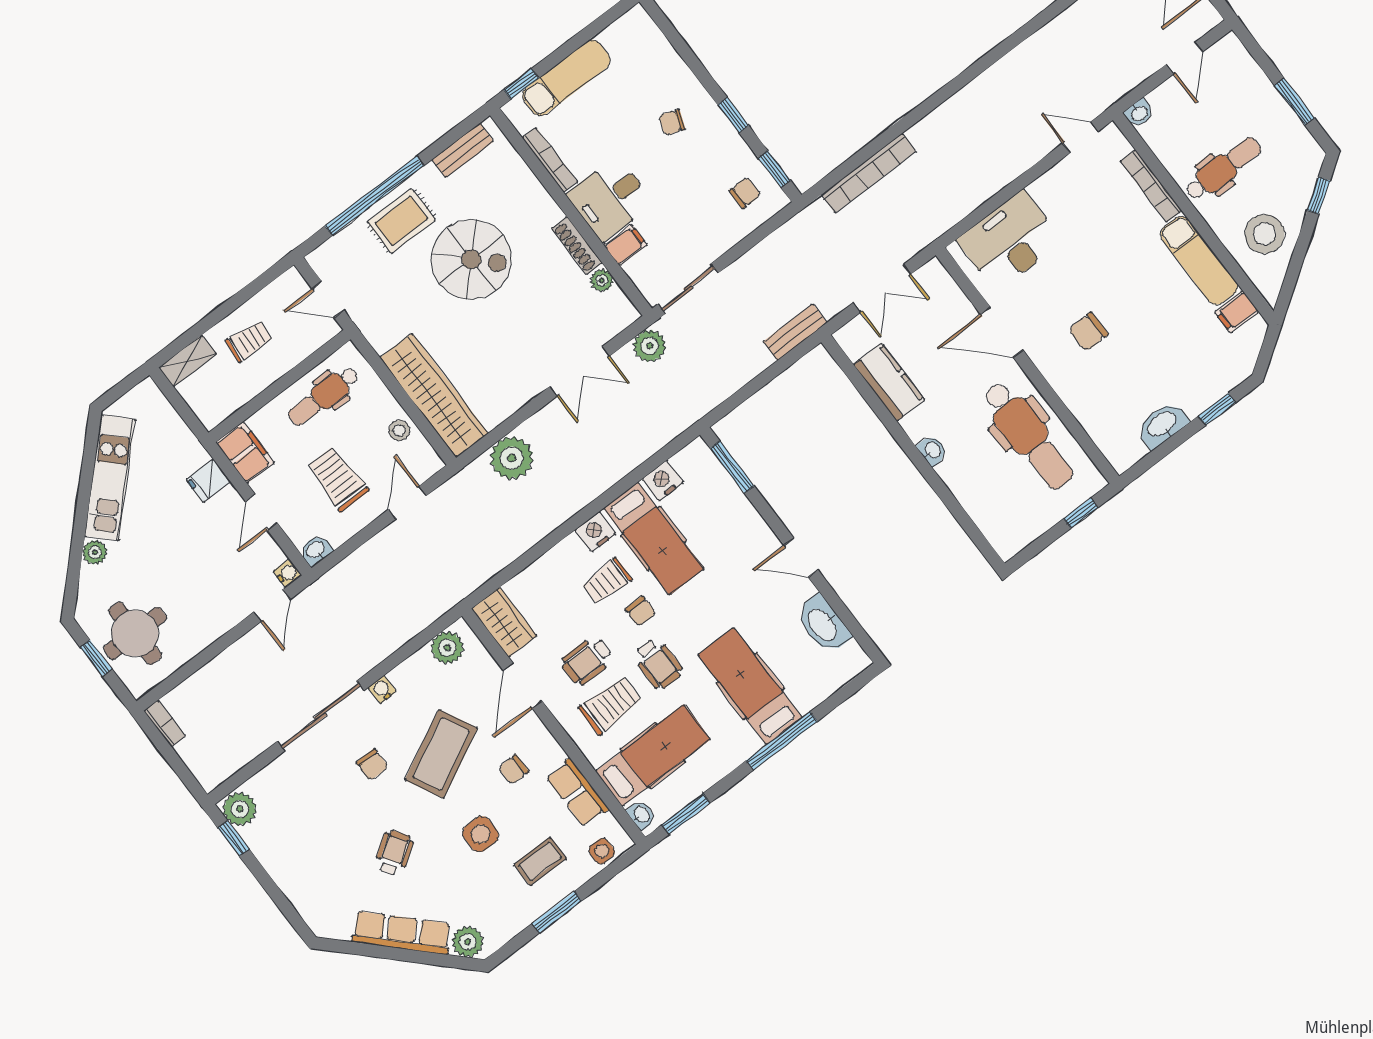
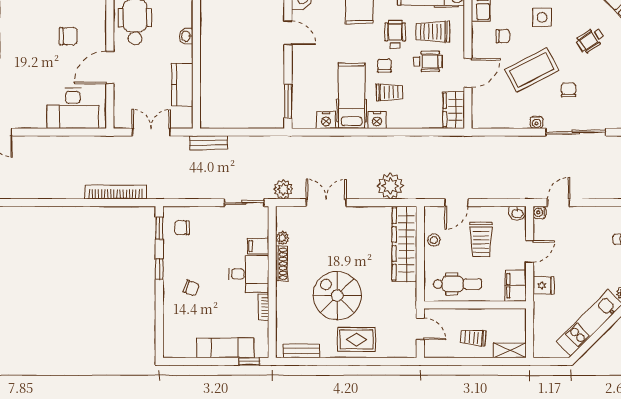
bookcase: (550, 160) -> (263, 307), width x0.64
window: (374, 196) -> (360, 361), removed
door: (1002, 332) -> (110, 68), swing flipped
plant: (447, 648) -> (490, 119), removed

